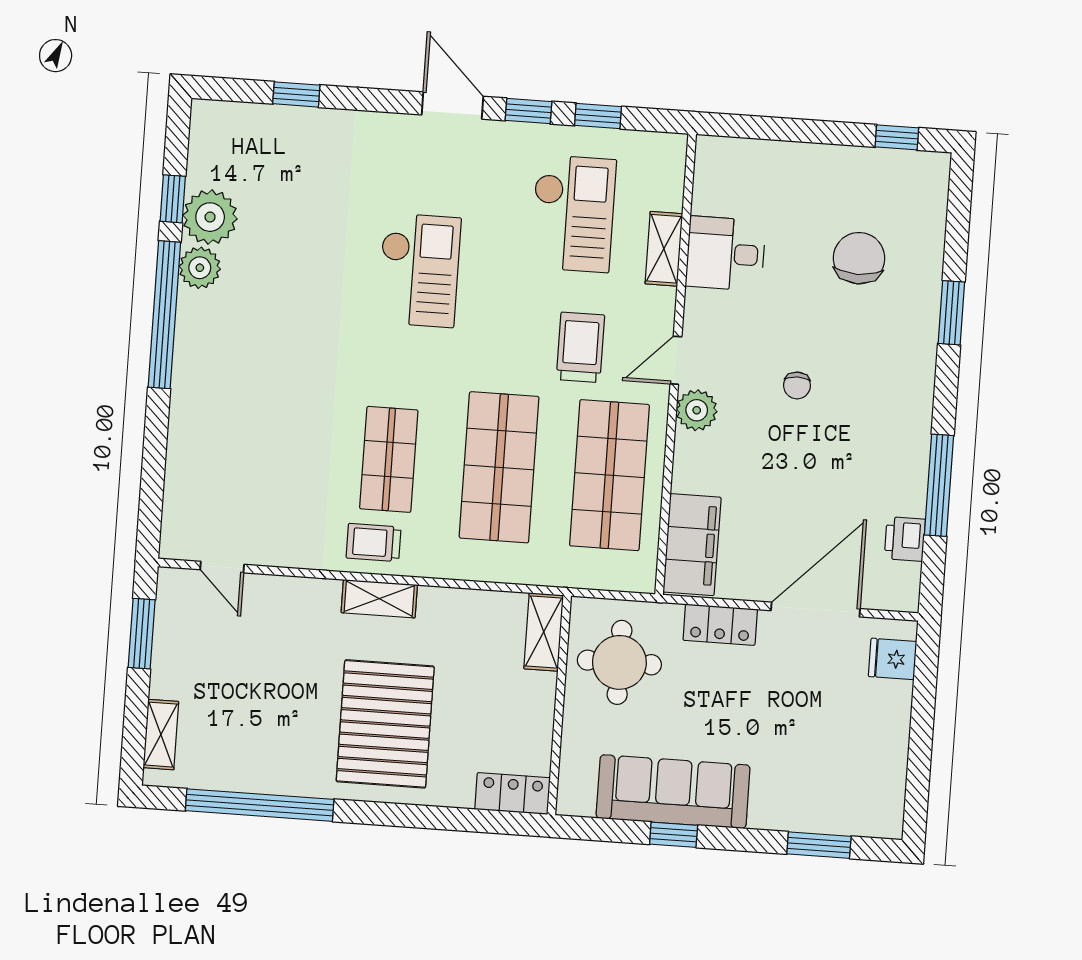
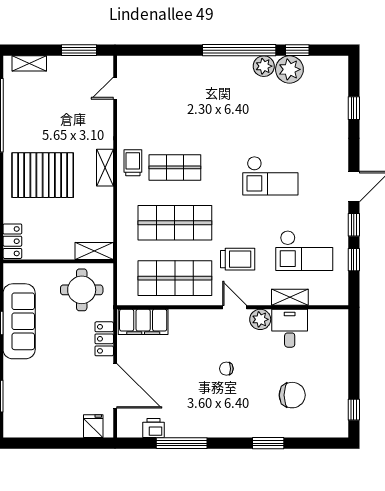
plant: (697, 410) -> (260, 319), moved

